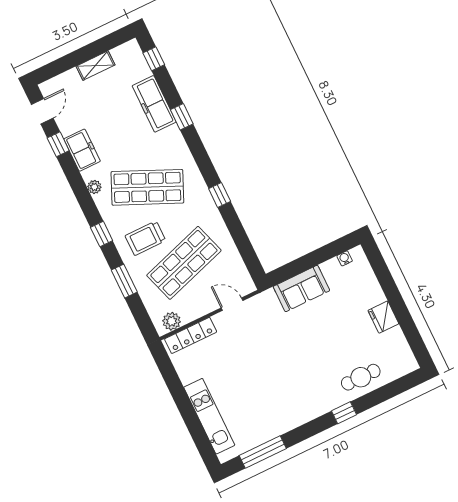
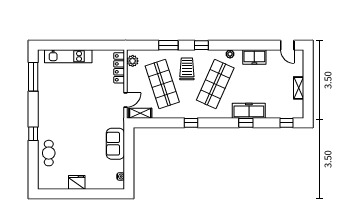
freezer: (154, 104) -> (249, 111), moved
window: (58, 144) -> (264, 45), removed
shelving: (241, 274) -> (140, 113), added

